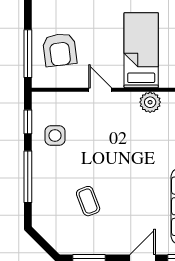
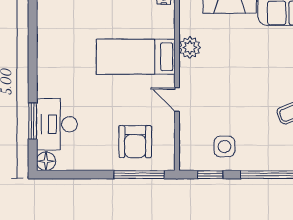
armchair: (60, 50) -> (135, 142), turned 97
door: (100, 90) -> (177, 100), hinge flipped

